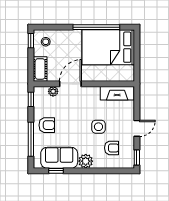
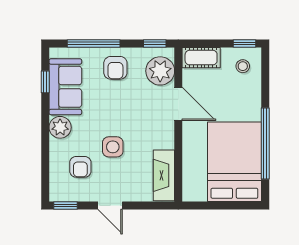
plant: (53, 91) -> (160, 71), width x1.87, depth x1.87

